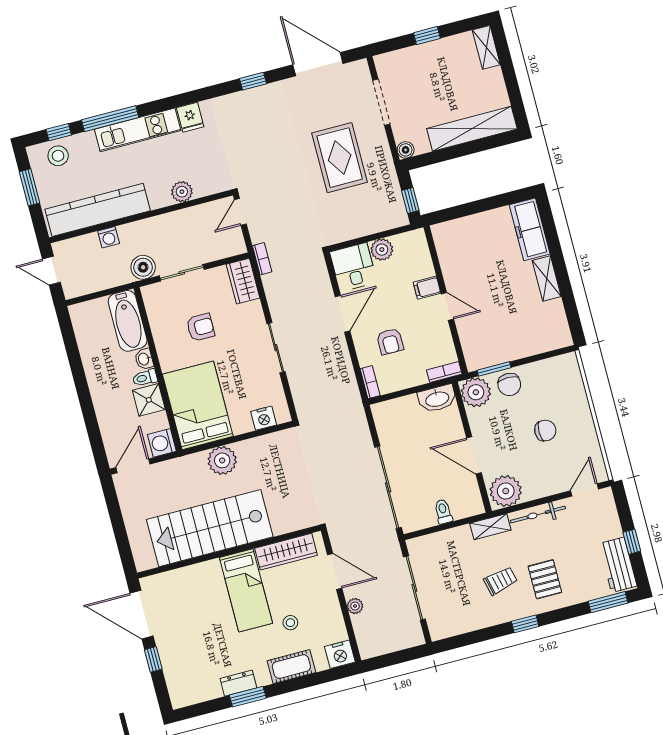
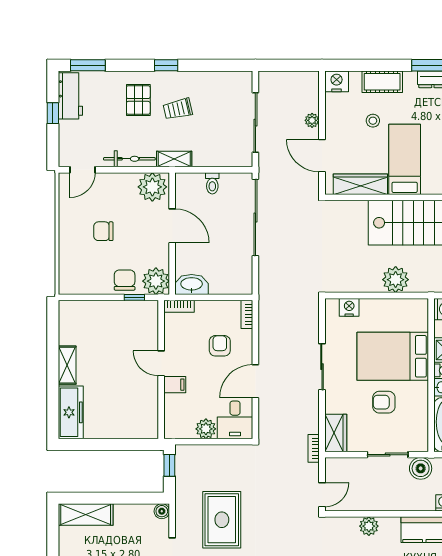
shelving: (472, 129) -> (86, 514), width x0.68
window: (494, 369) -> (134, 297), width x0.67
bed: (198, 405) -> (393, 356), moved, turned 90

